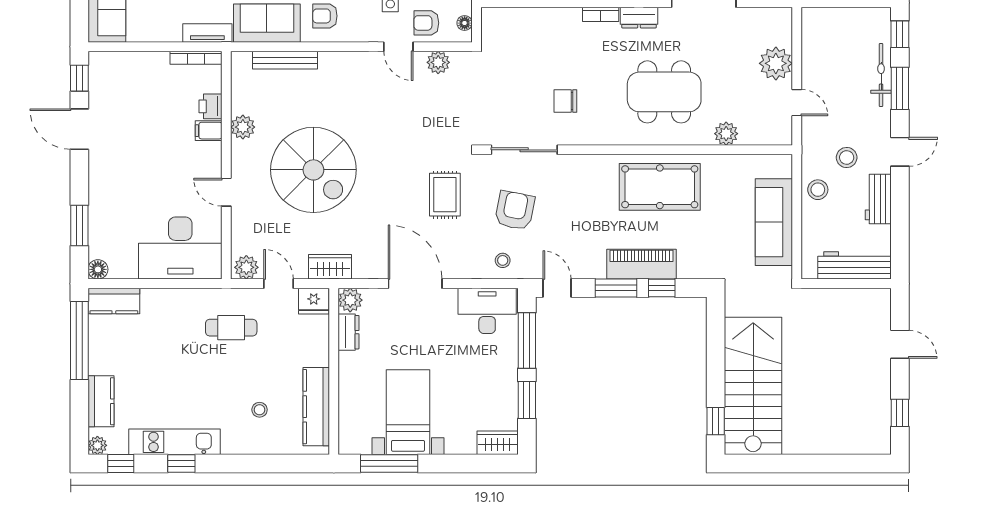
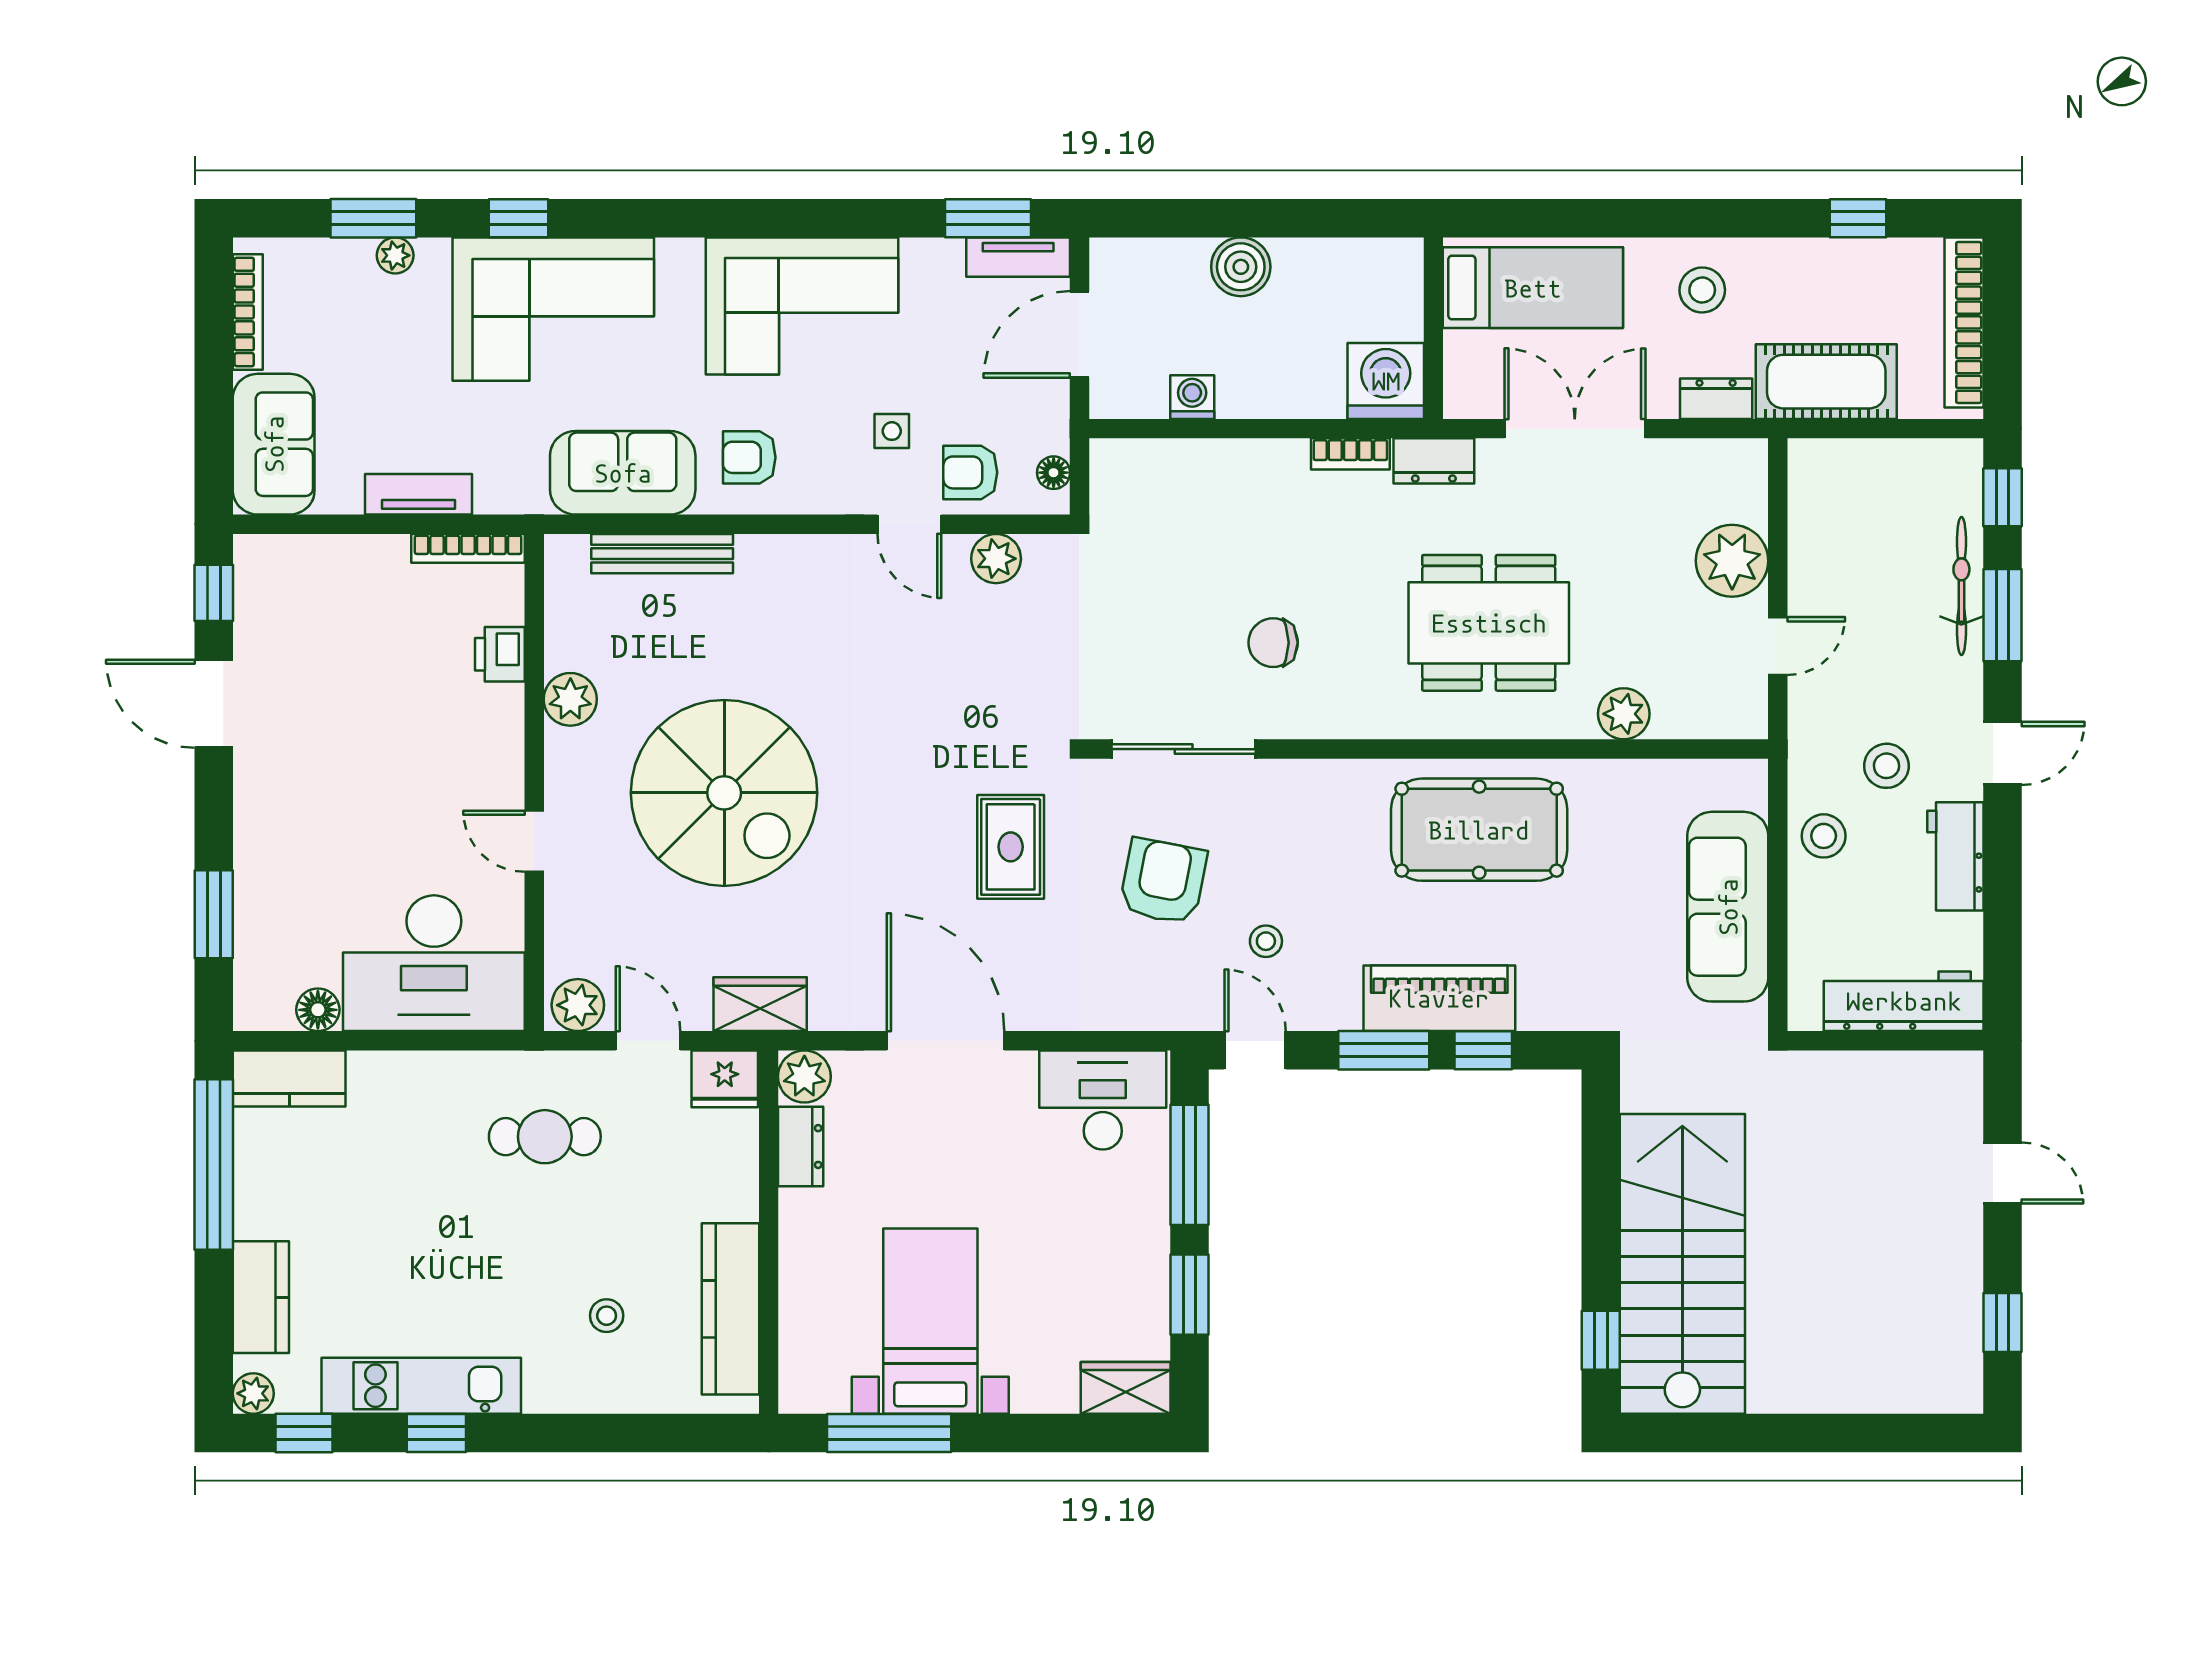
tv unit: (207, 33) -> (419, 494), moved
door: (797, 103) -> (1778, 646), hinge flipped
filing cabinet: (209, 131) -> (496, 707), removed
stool: (503, 260) -> (1266, 941), moved
floor lamp: (98, 269) -> (318, 1010), moved

